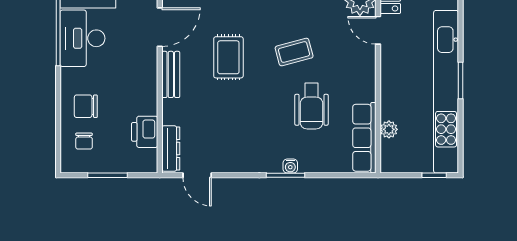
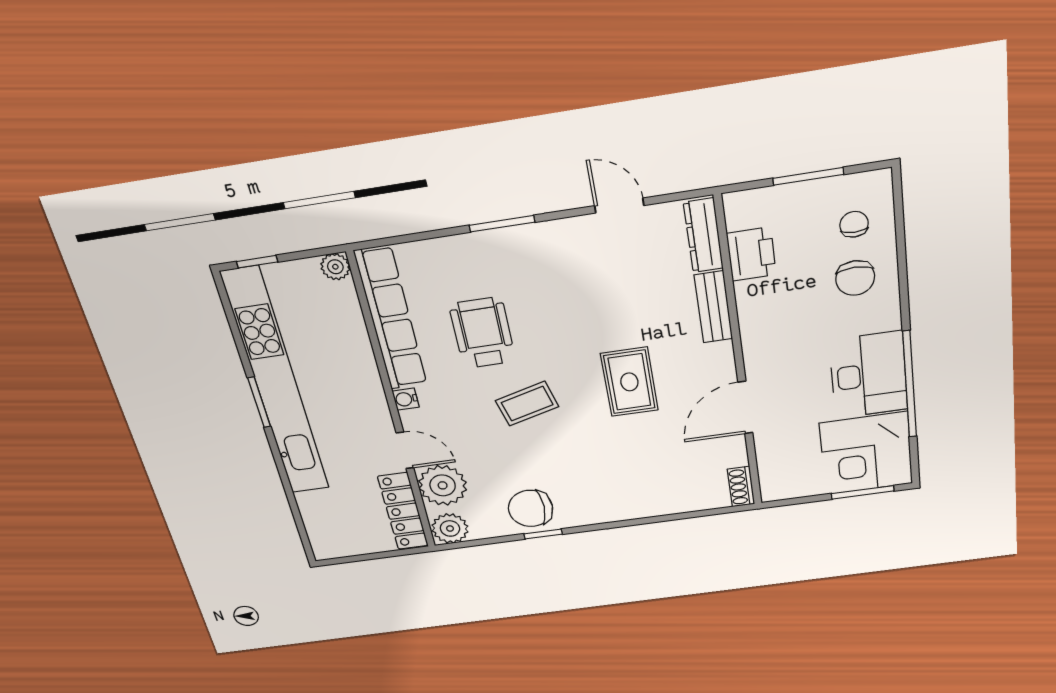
bench: (171, 74) -> (713, 307), moved
chair: (86, 106) -> (855, 278), turned 90
plant: (389, 129) -> (335, 267), moved
row of seats: (364, 138) -> (391, 319), width x1.36
water cooler: (290, 166) -> (406, 399), moved, turned -90
door: (197, 175) -> (619, 206), moved

